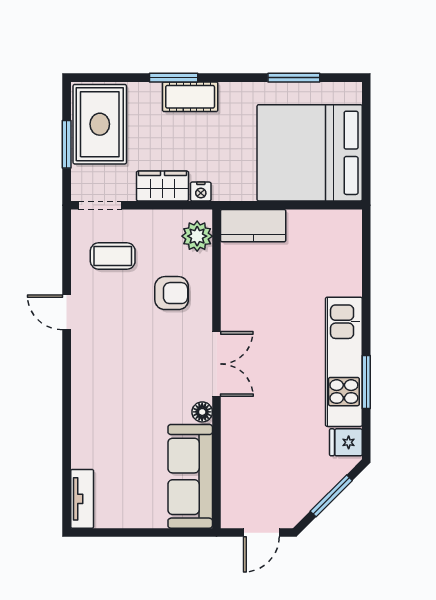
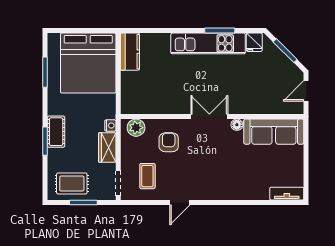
rug: (100, 124) -> (72, 183), width x0.73, depth x0.70
kitchen counter: (253, 226) -> (130, 52), moved
door: (261, 533) -> (306, 91), swing flipped

